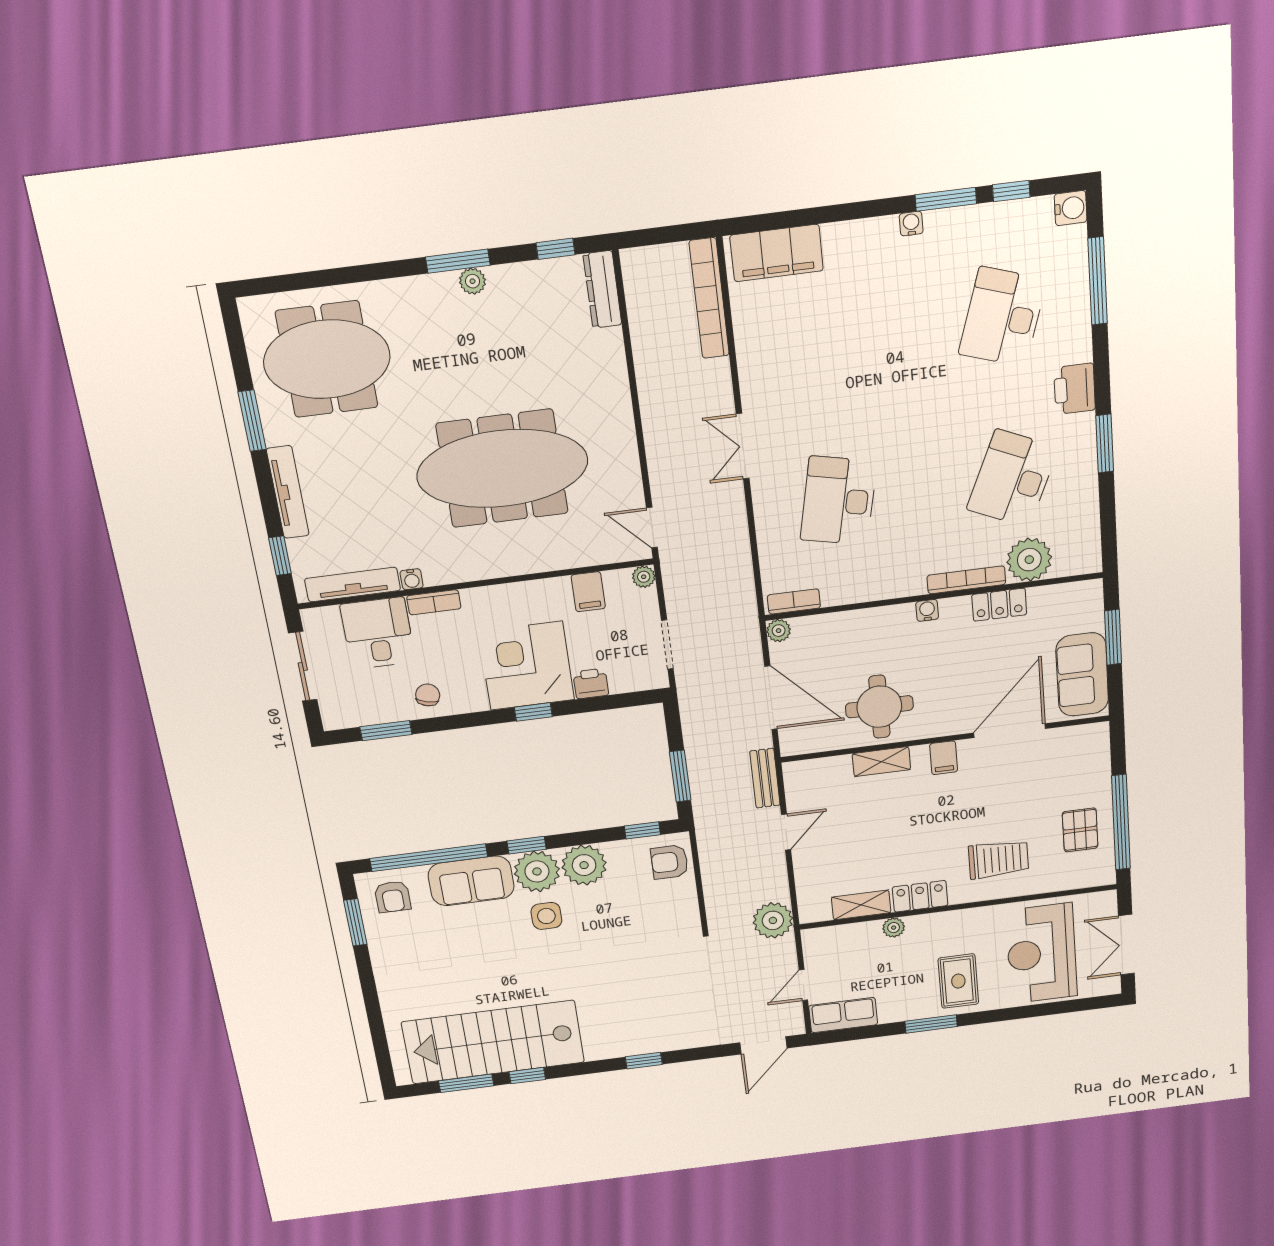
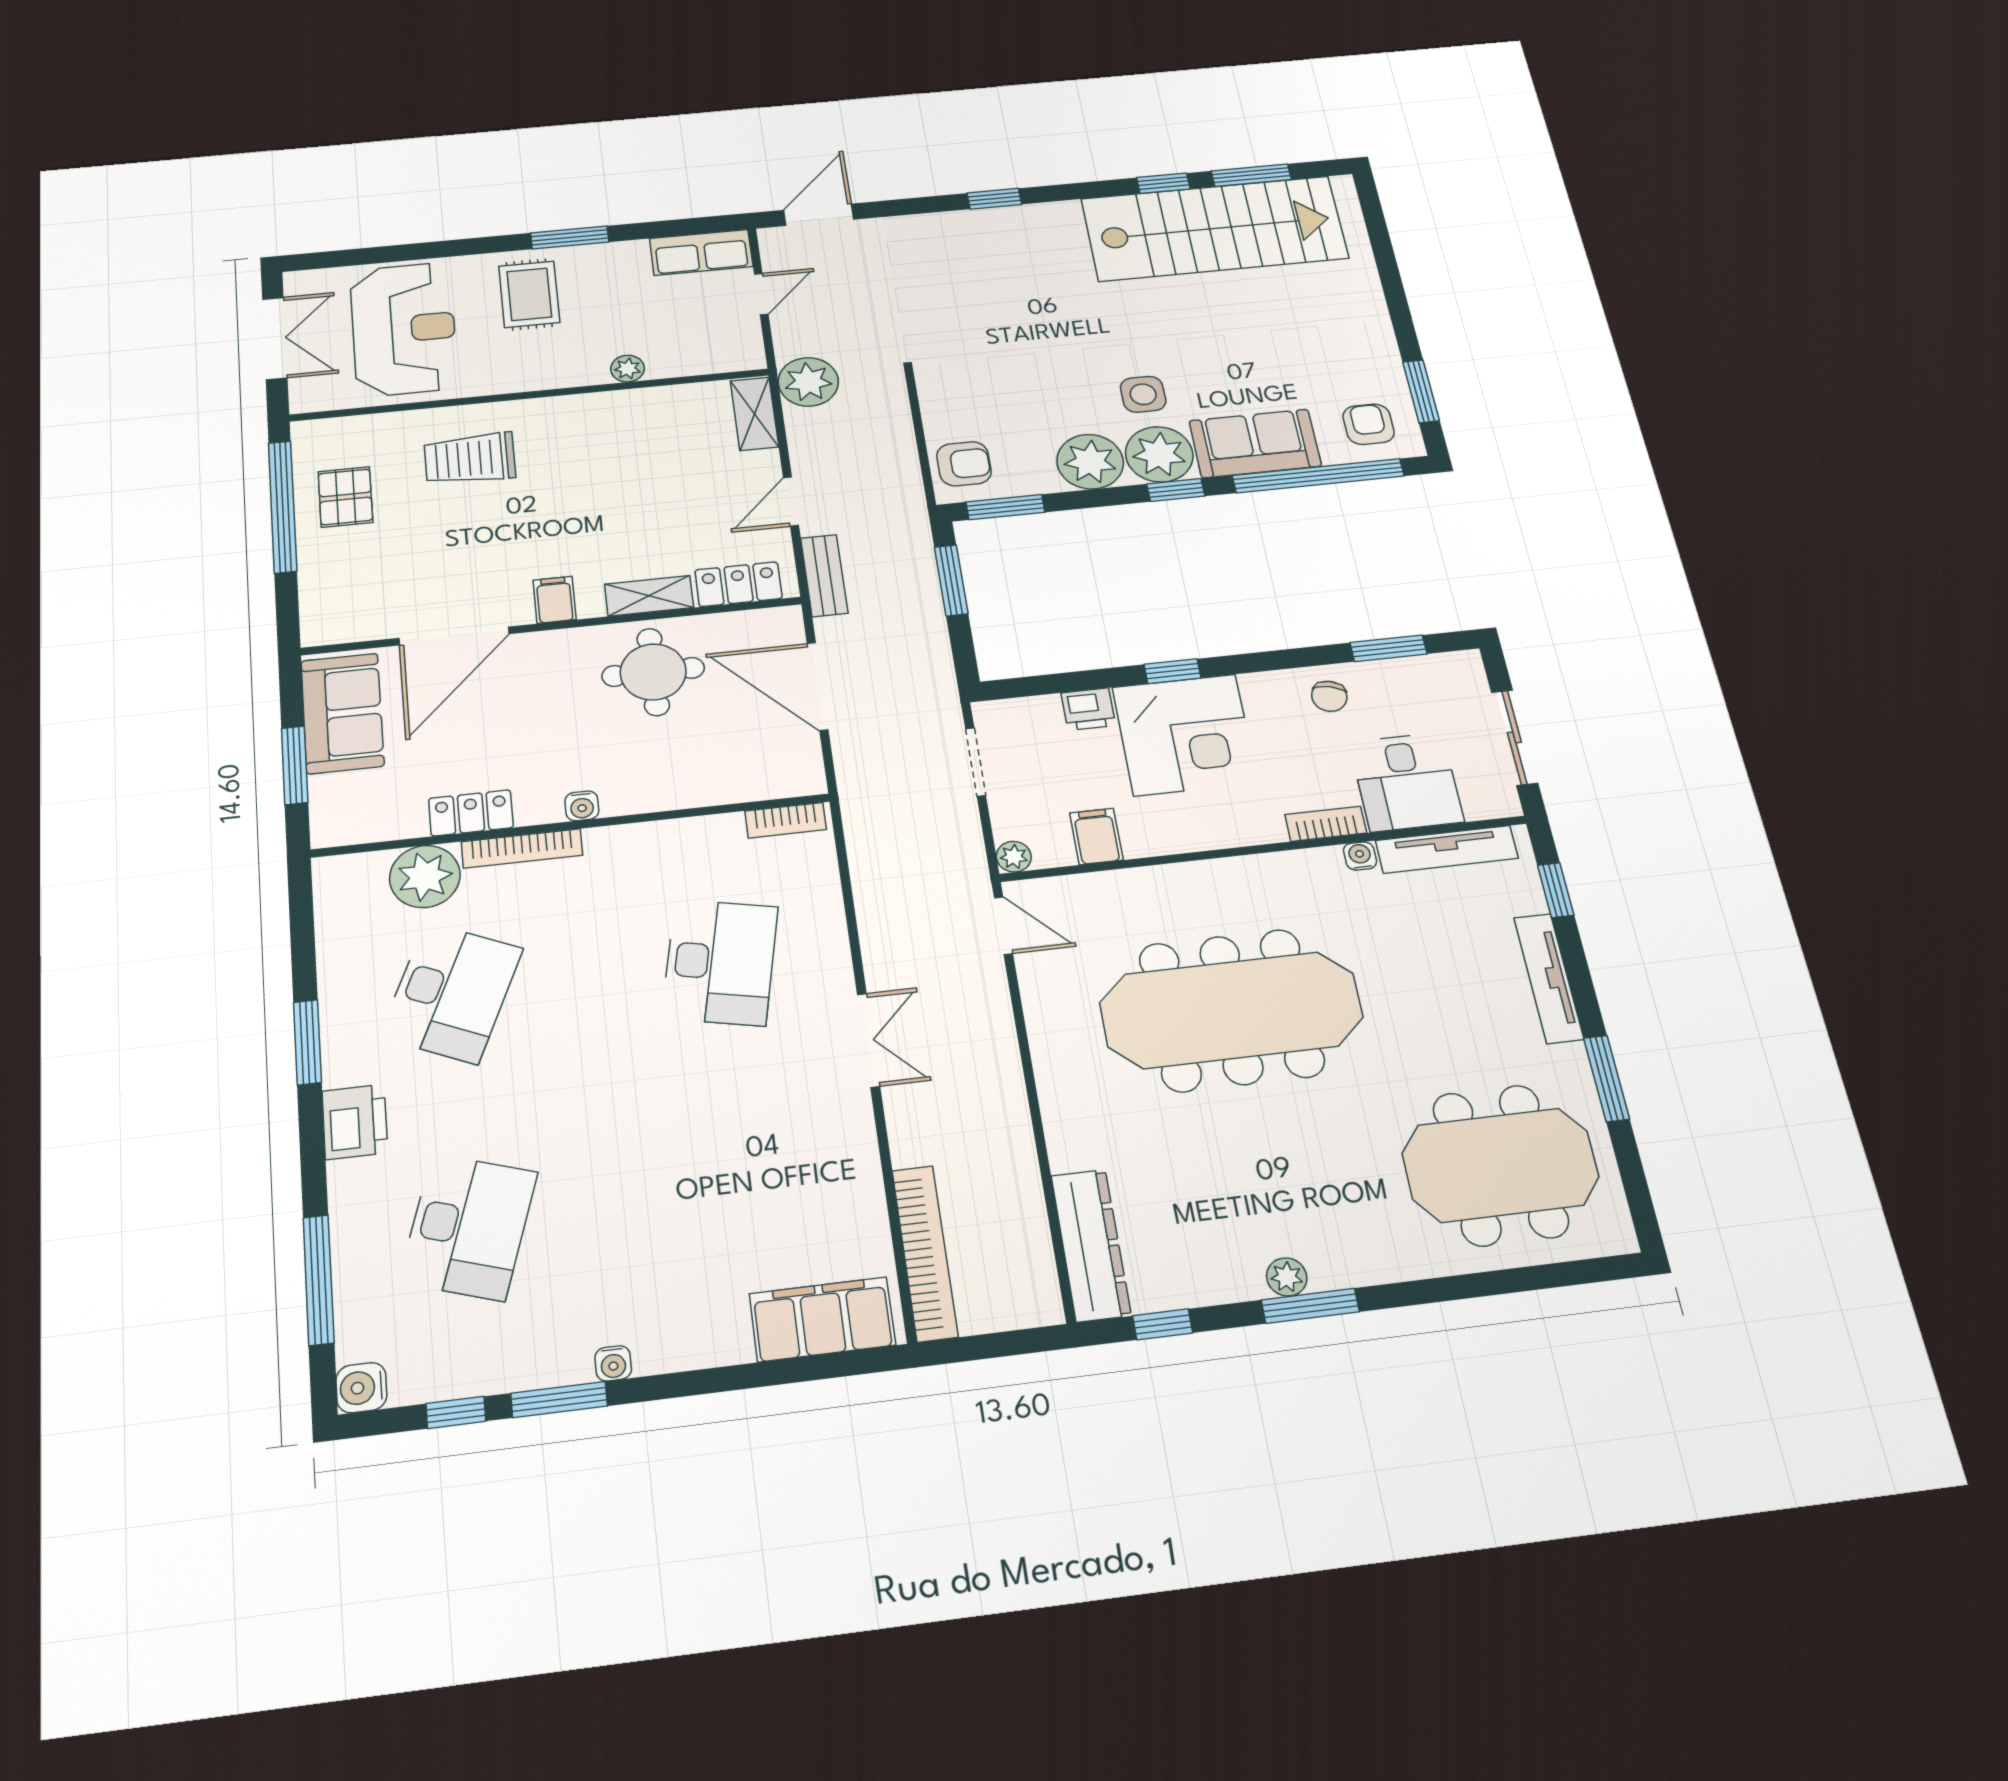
dresser: (602, 289) -> (1091, 1245), width x1.37, depth x1.24
plant: (779, 631) -> (808, 780), removed
window: (642, 830) -> (1005, 507), width x1.50
locker: (920, 896) -> (738, 584), moved, turned 180
shelving: (861, 905) -> (755, 414), moved, turned 90

